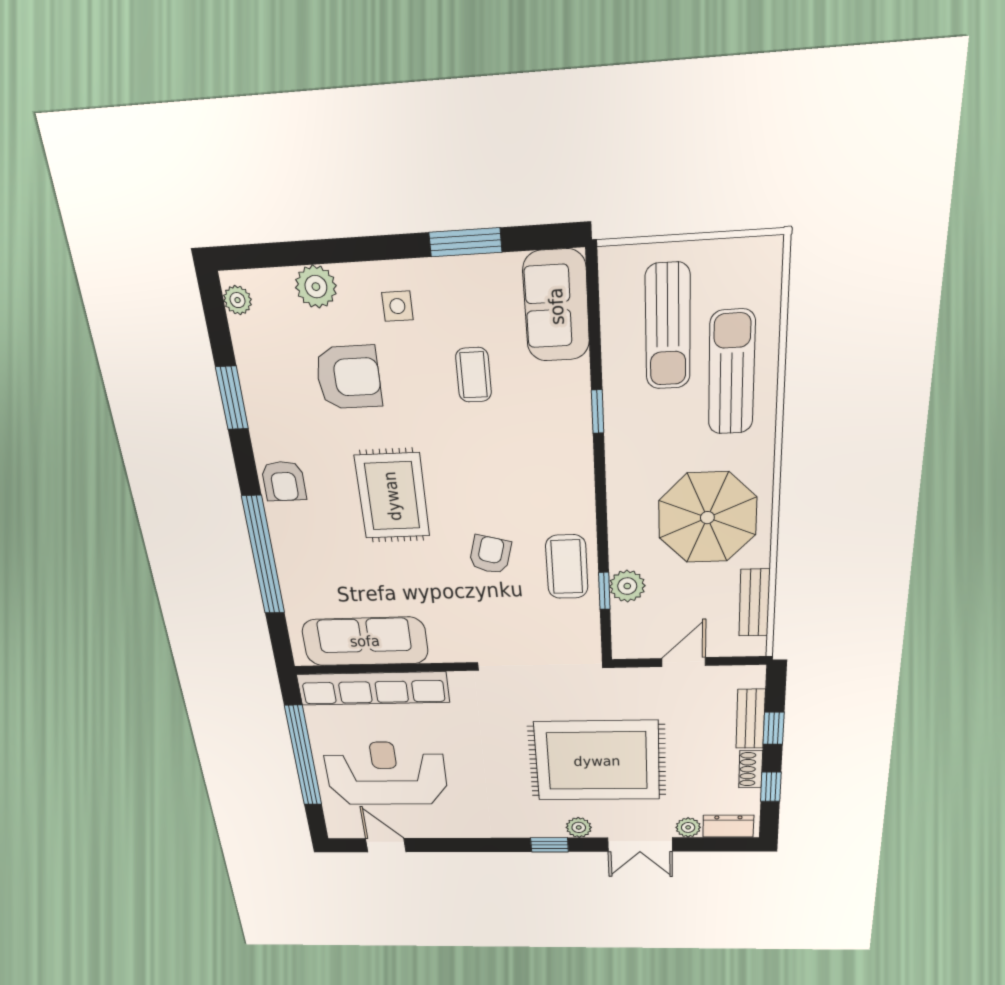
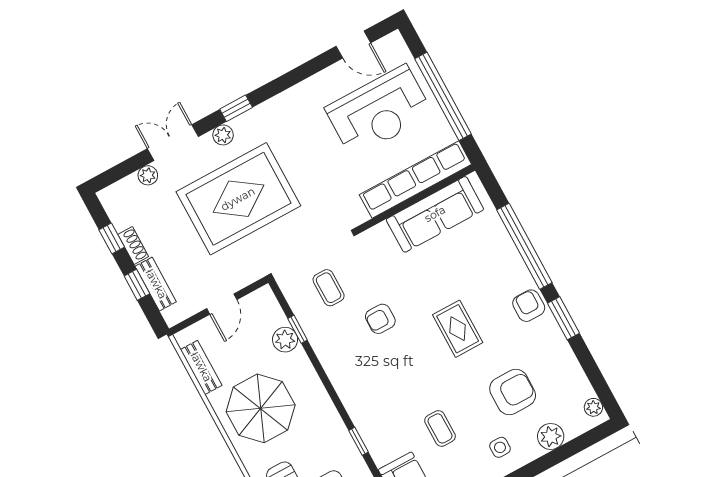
armchair: (349, 377) -> (513, 392), turned 180
window: (232, 398) -> (563, 318), moved
rug: (392, 496) -> (458, 329), width x0.73, depth x0.70
armchair: (490, 555) -> (380, 319), turned 75
coffee table: (567, 567) -> (329, 288), moved, width x0.73, depth x0.77
dresser: (728, 826) -> (121, 191), removed

